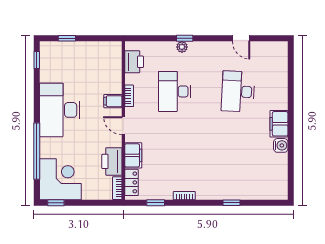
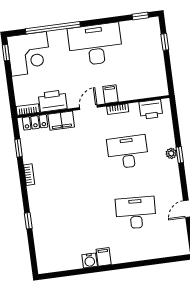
filing cabinet: (279, 124) -> (104, 257), width x0.50

